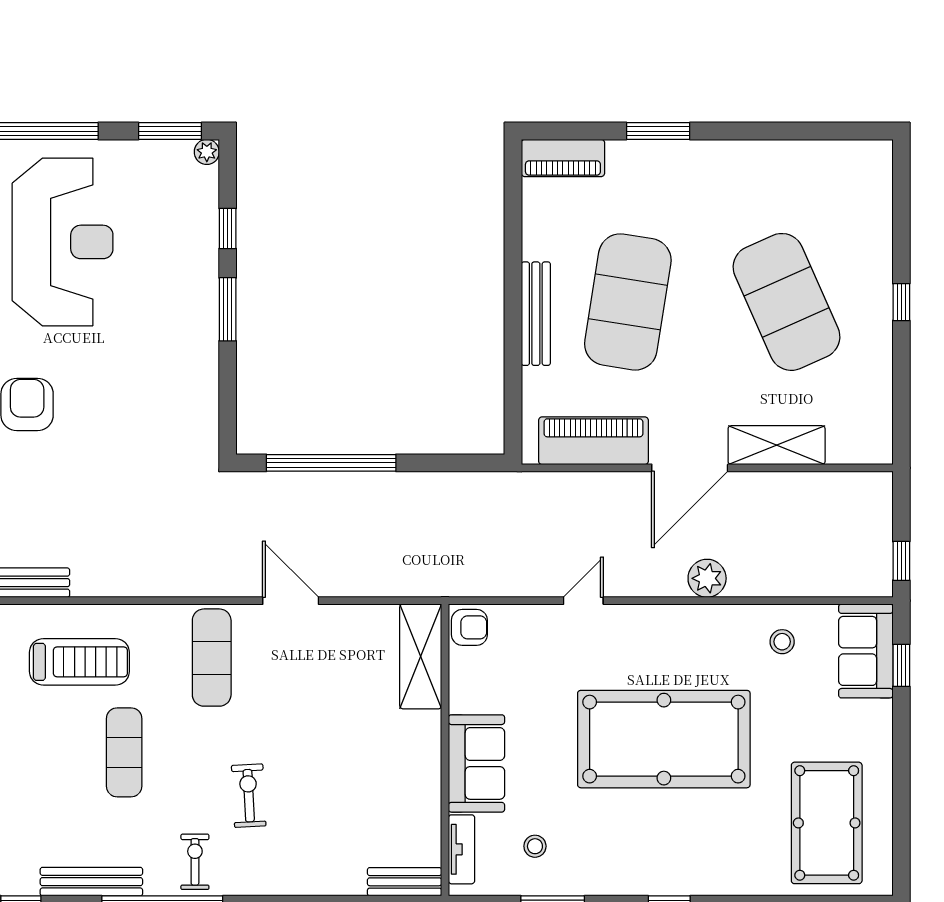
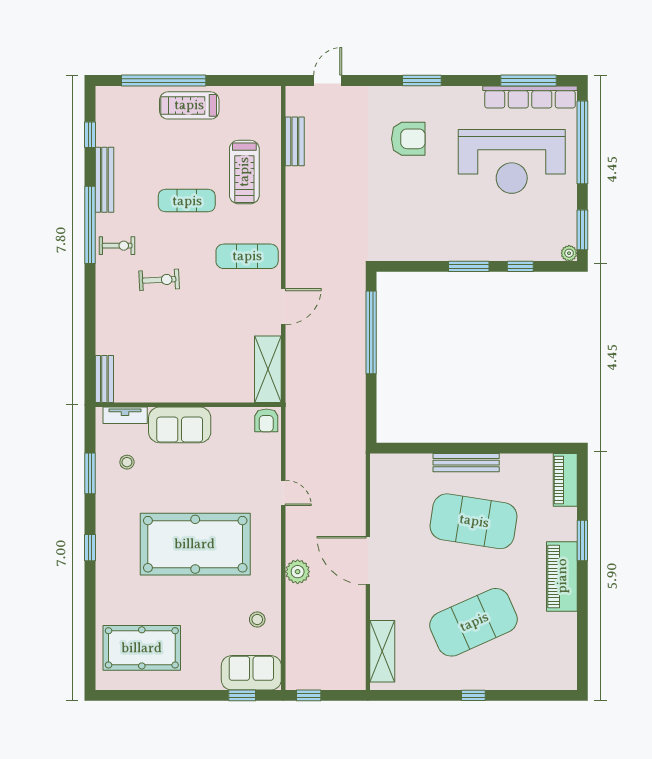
piano: (593, 441) -> (562, 576), moved, turned 180
shelving: (777, 445) -> (382, 651), moved
shelving: (421, 656) -> (268, 369), moved, turned 90
pool table: (664, 739) -> (195, 544), turned 90

